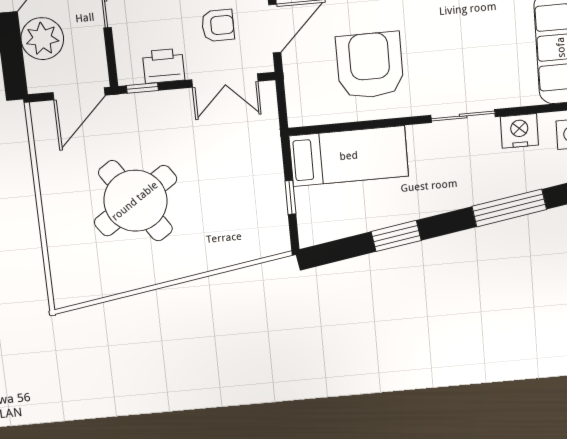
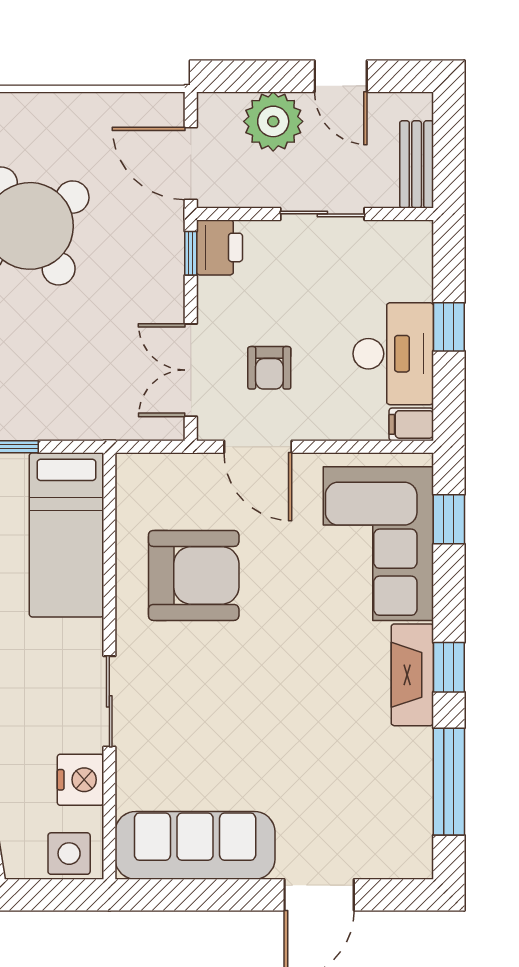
printer: (164, 66) -> (219, 247), moved

